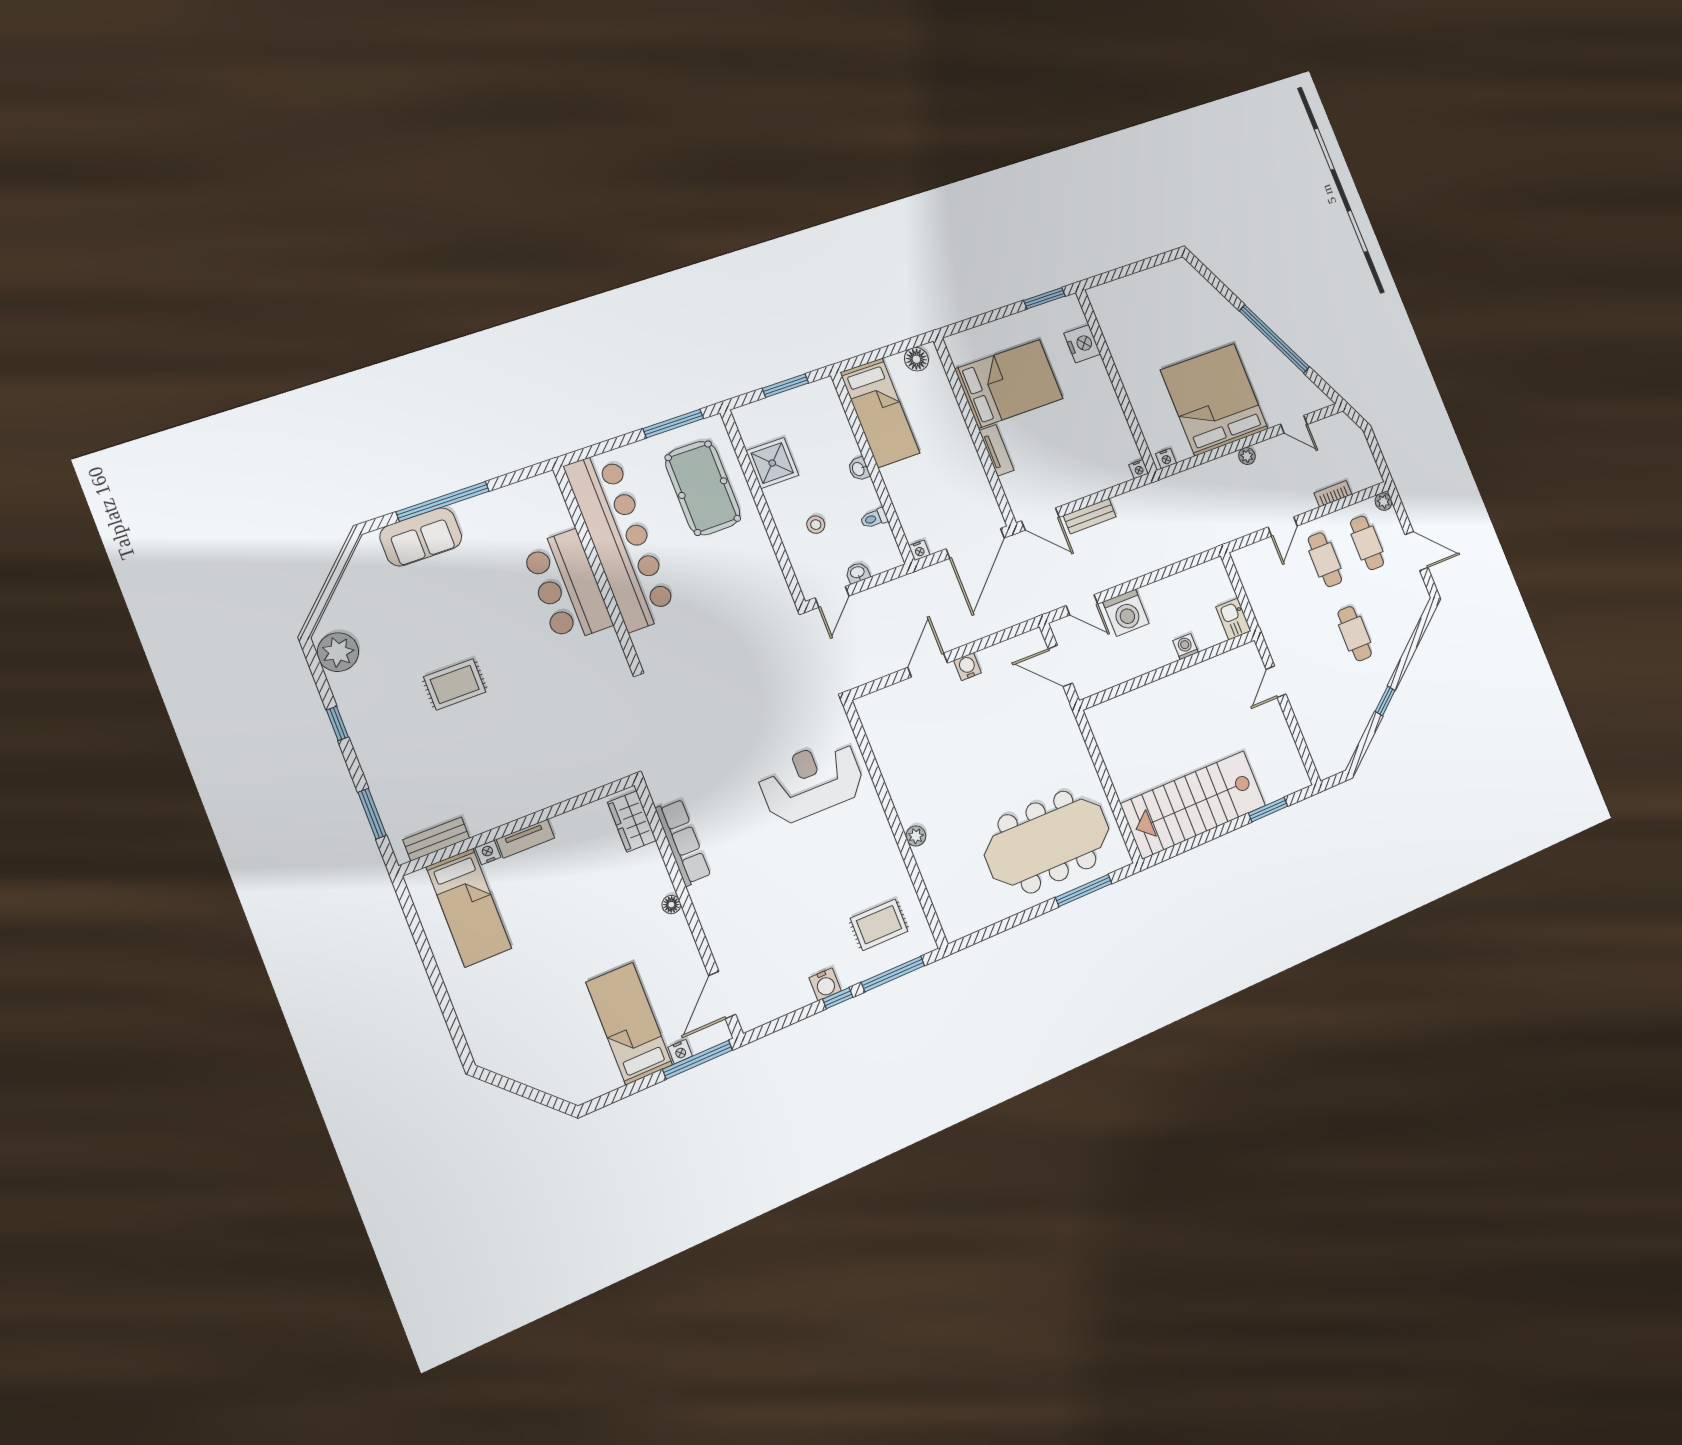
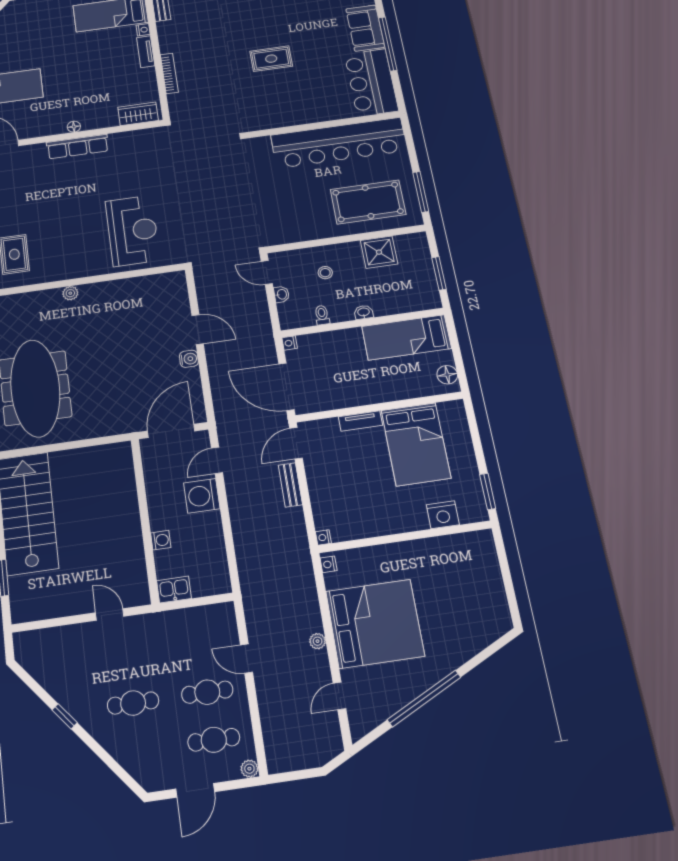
bookcase: (1333, 494) -> (169, 73), moved, width x1.56
bar counter: (567, 587) -> (371, 82), moved, turned -90
door: (1060, 666) -> (171, 431), width x1.36
rug: (455, 684) -> (271, 59), moved, turned 90
row of seats: (683, 842) -> (78, 147), moved

